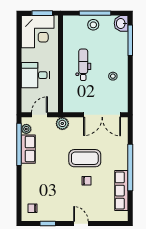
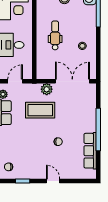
double door: (102, 115) -> (72, 81), swing flipped
plant: (62, 123) -> (47, 89), moved
coffee table: (85, 158) -> (40, 110), moved

